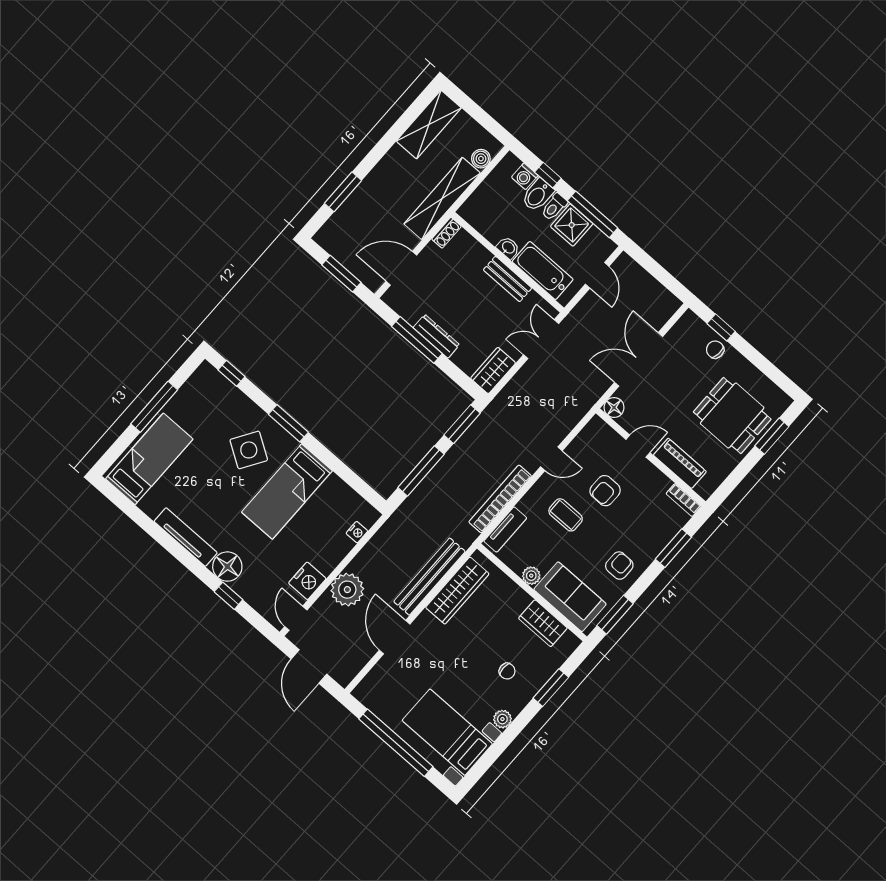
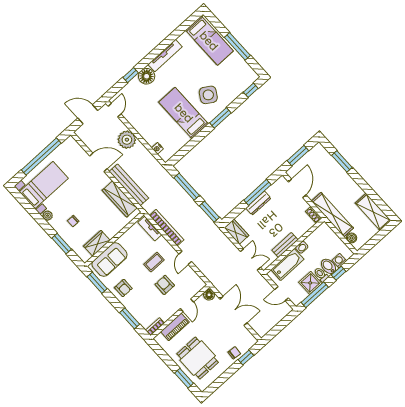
dining table: (732, 416) -> (198, 358), turned 90
plant: (531, 576) -> (123, 240), removed
nightstand: (307, 581) -> (134, 119), removed
door: (296, 618) -> (115, 110), hinge flipped

